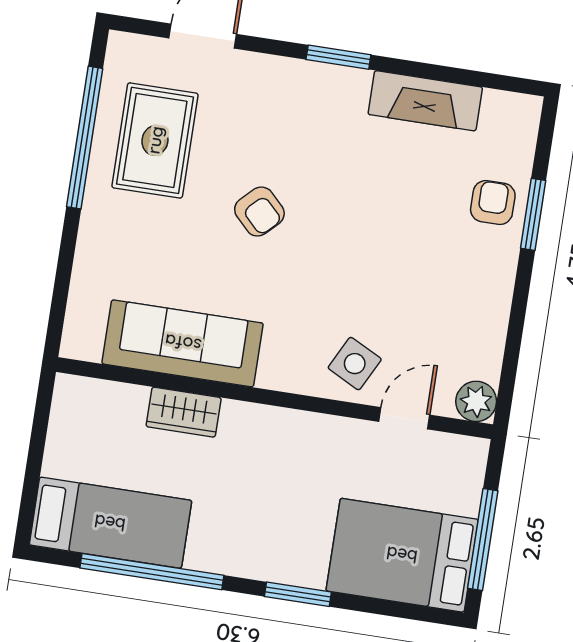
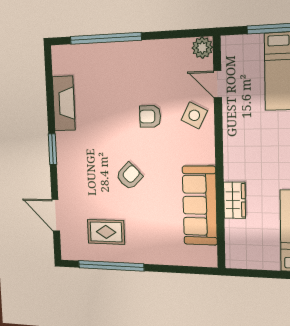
rug: (155, 140) -> (106, 232), width x0.73, depth x0.70
armchair: (493, 203) -> (150, 116), moved
window: (533, 214) -> (105, 38), width x2.11

